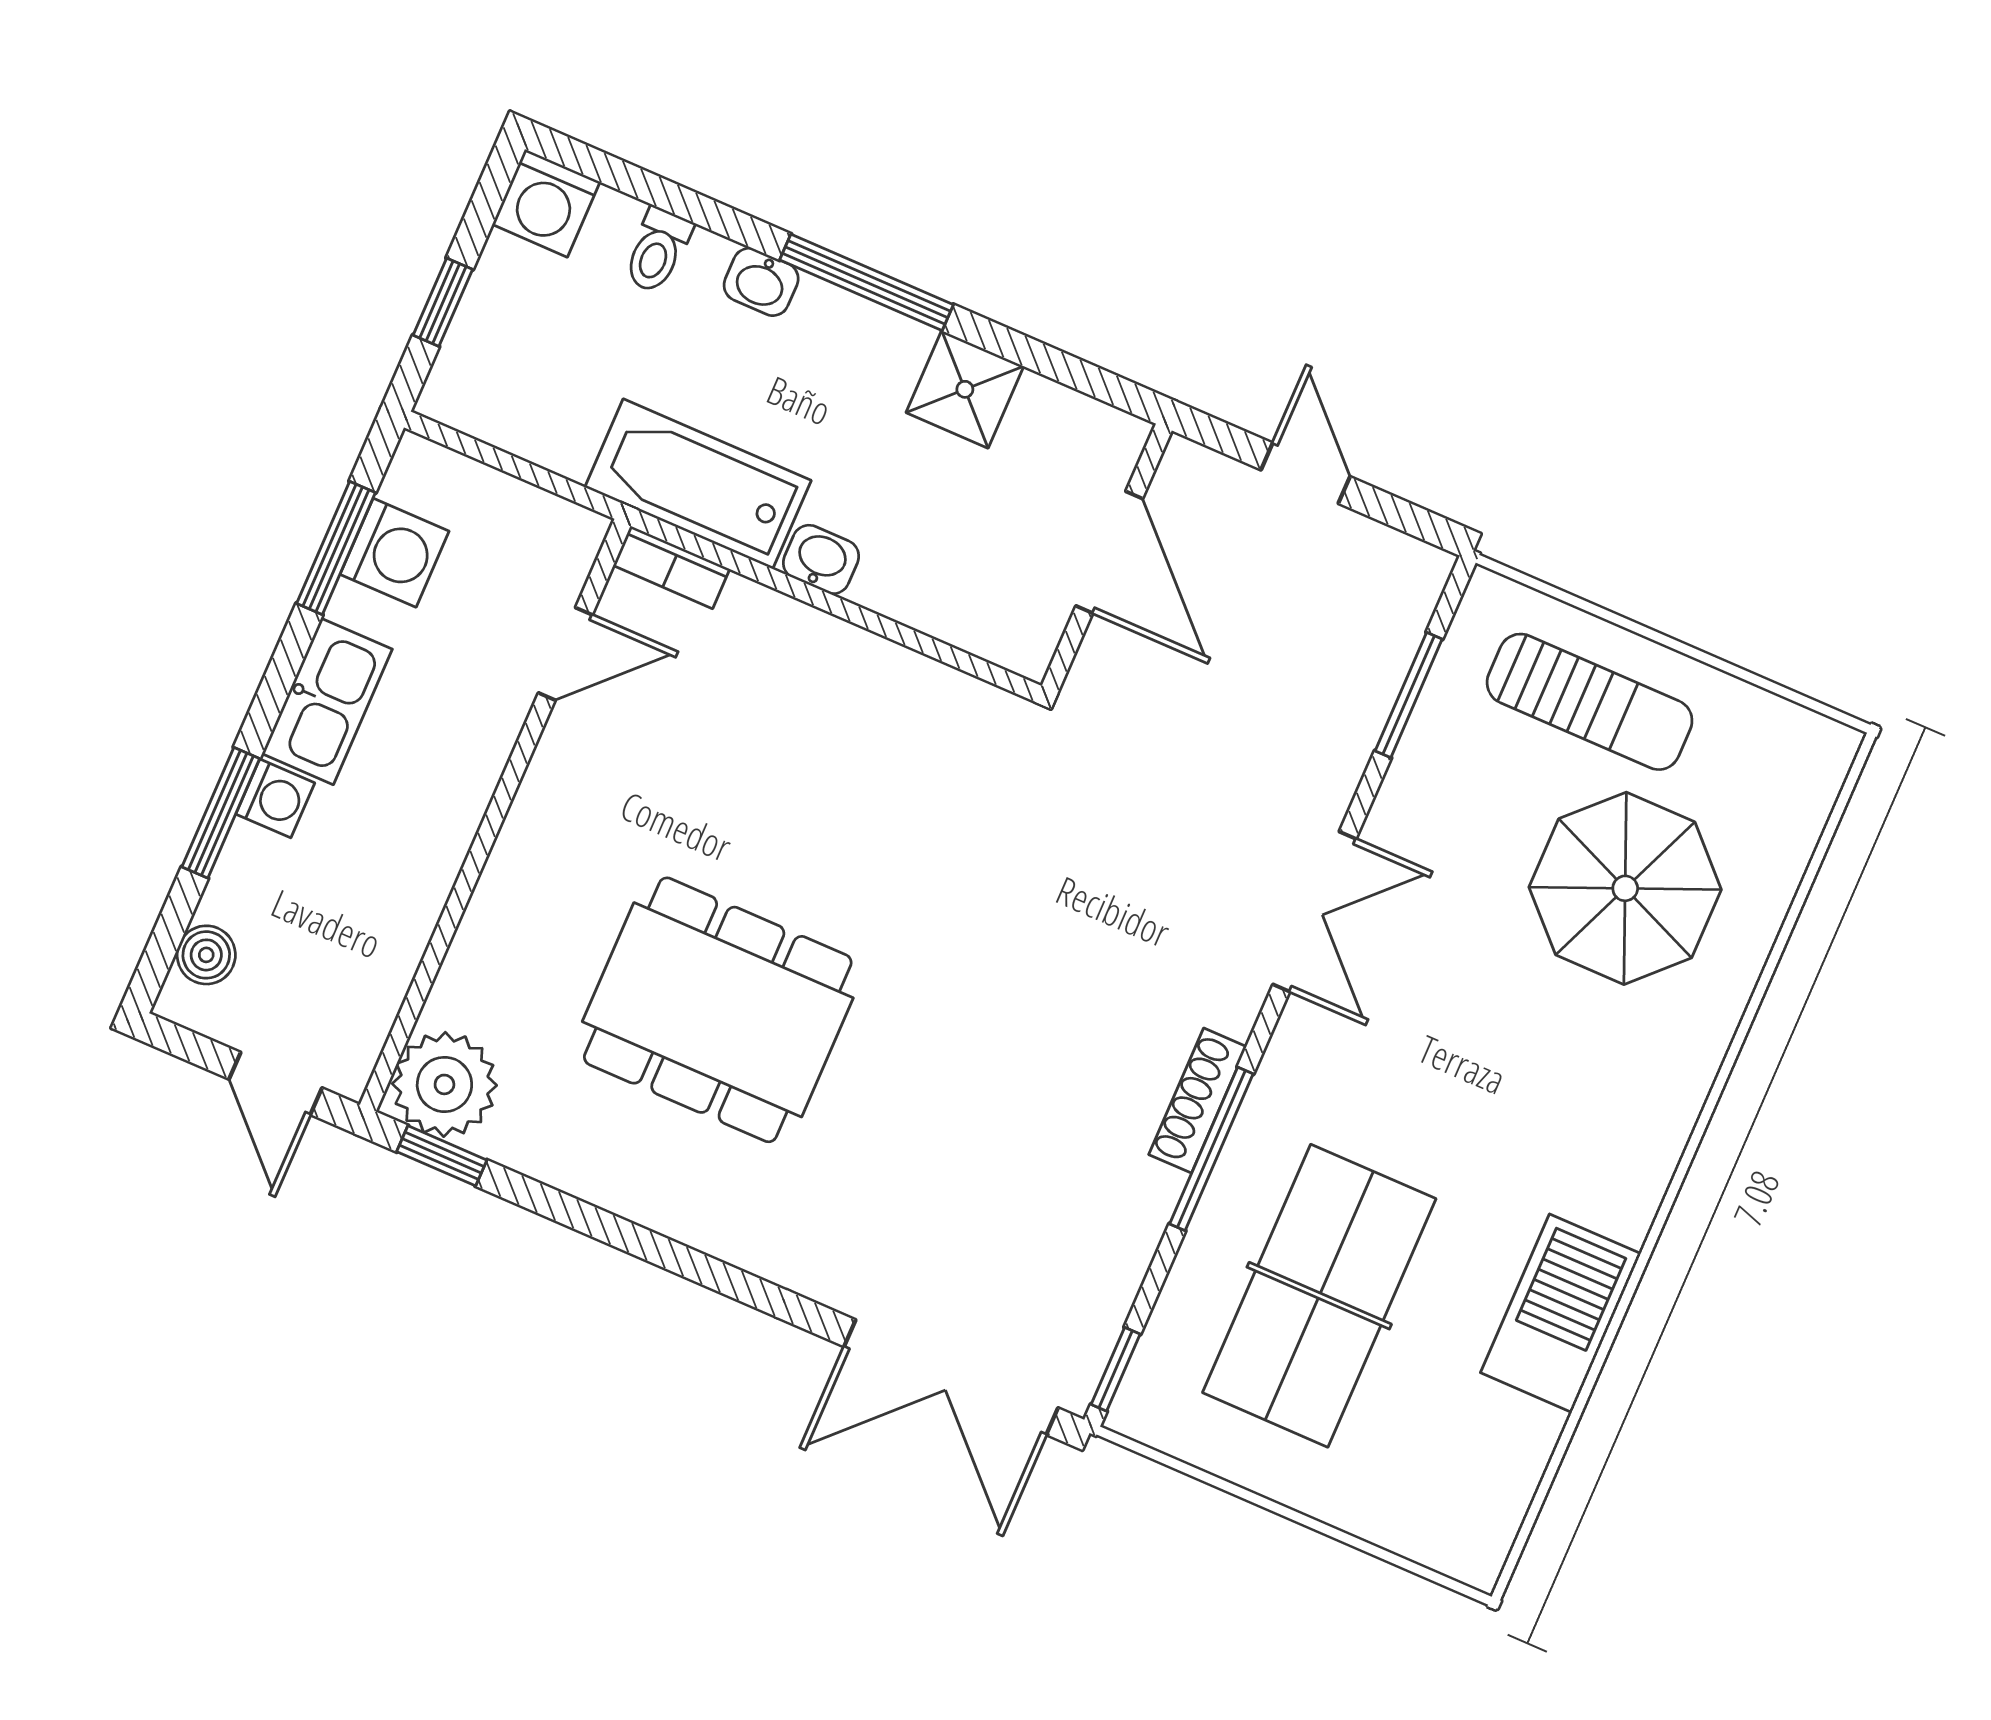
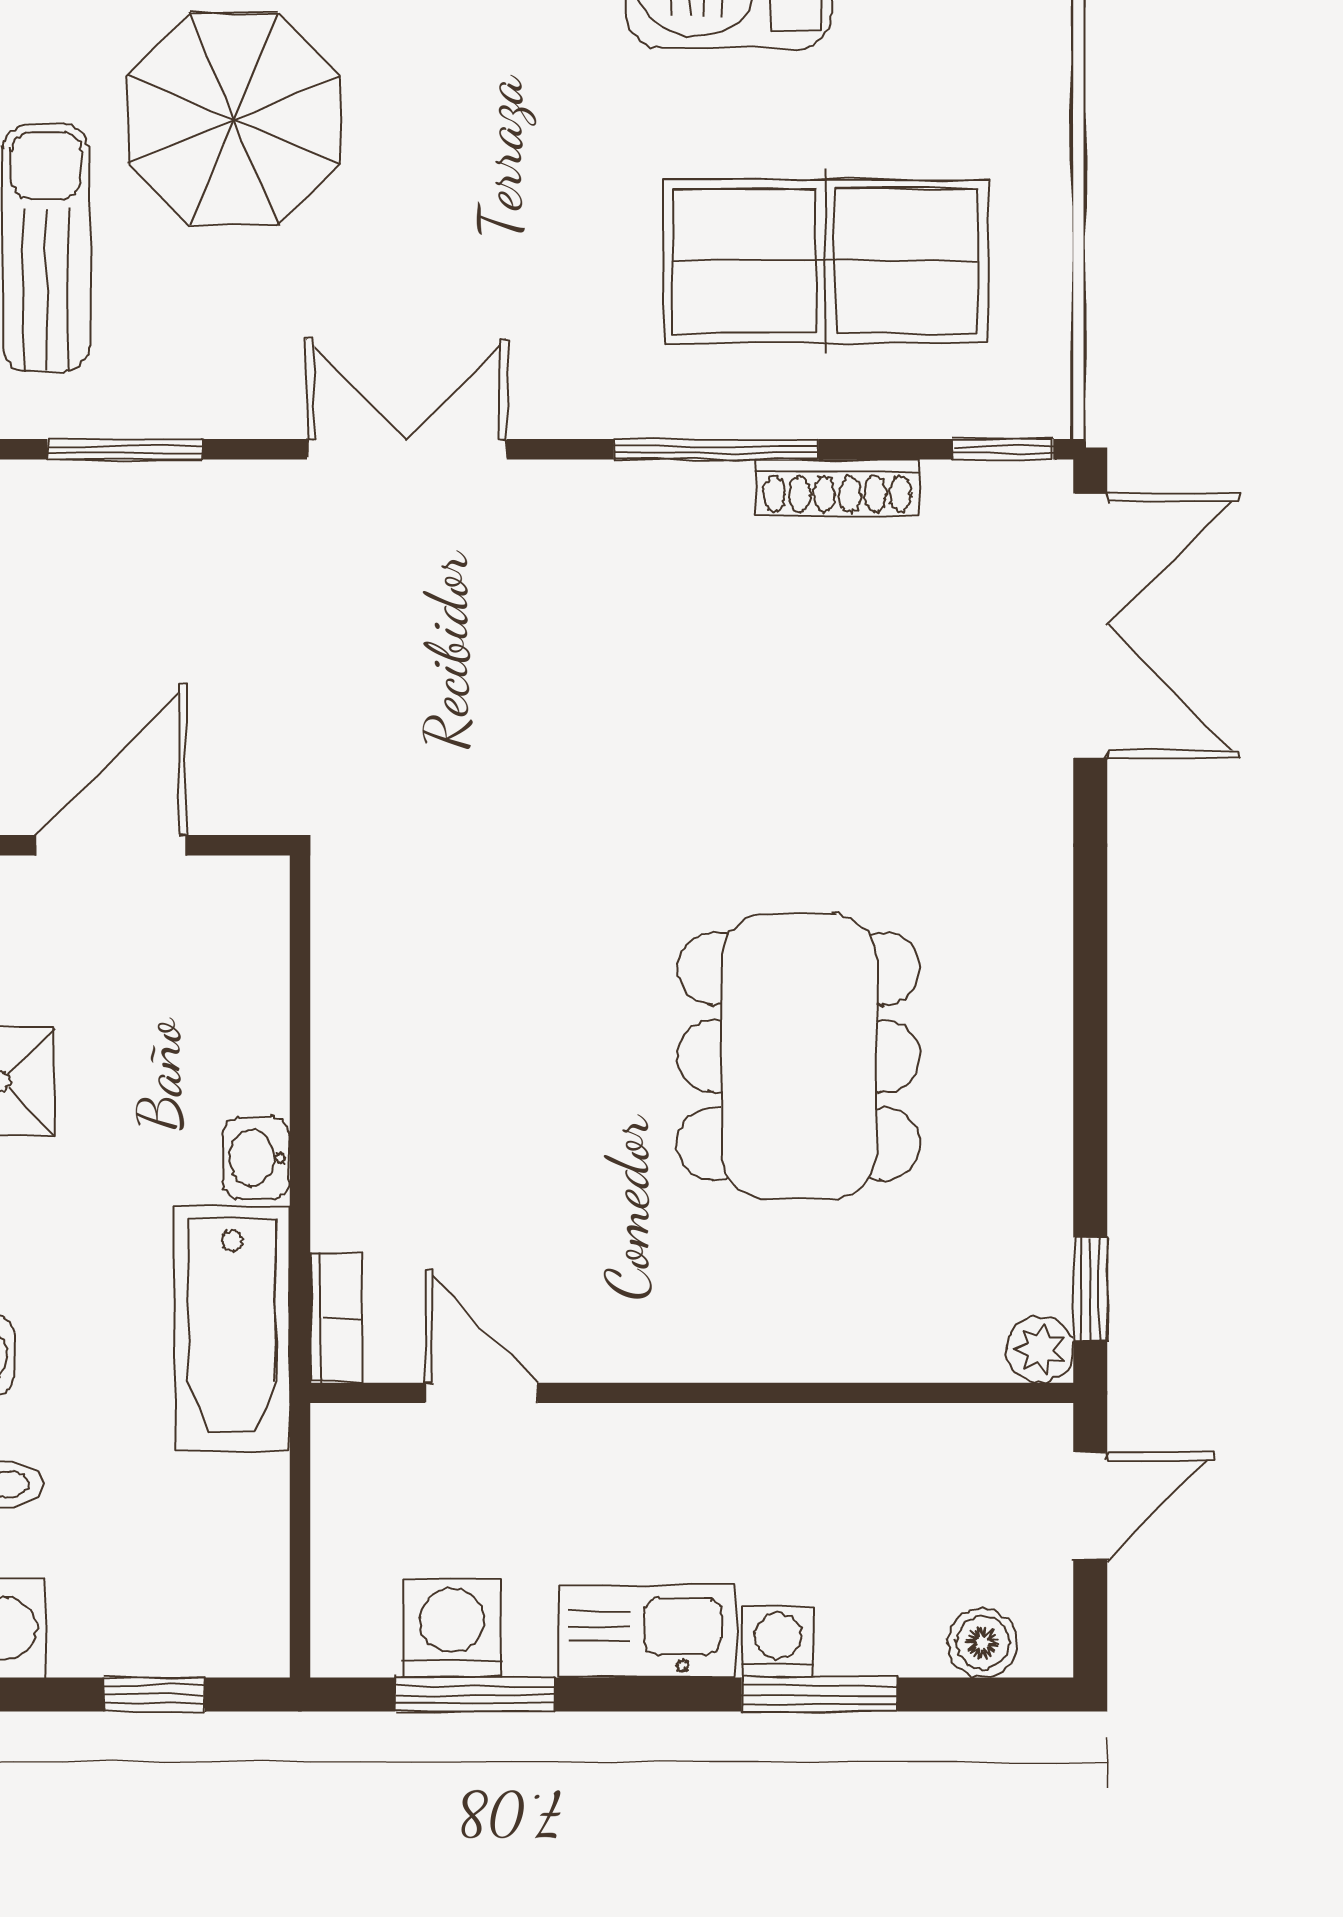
plant: (444, 1084) -> (1040, 1349), width x0.53, depth x0.53
shoe rack: (1198, 1101) -> (837, 487), moved

